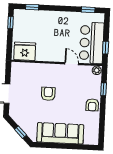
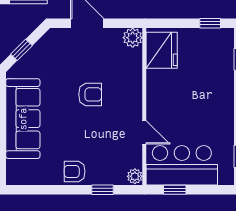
door: (72, 64) -> (144, 132), hinge flipped
plant: (17, 68) -> (133, 38), added

